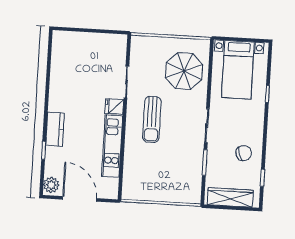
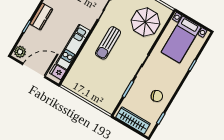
fridge: (114, 107) -> (58, 72), moved
door: (80, 199) -> (34, 70), hinge flipped

